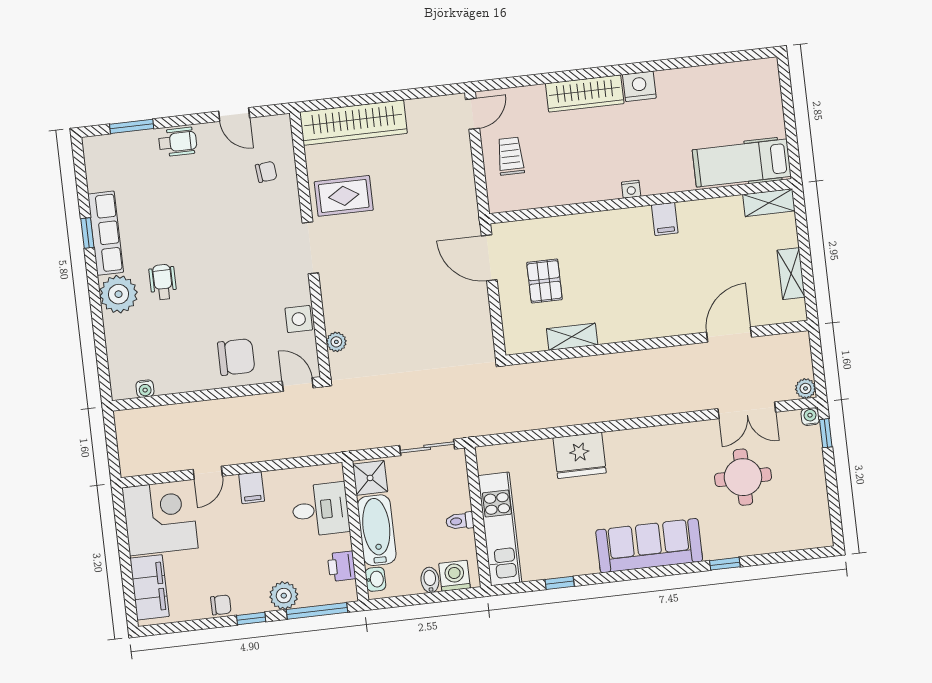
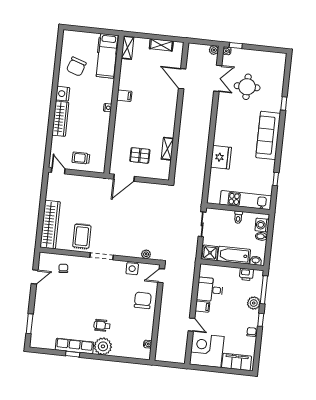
chair: (704, 102) -> (76, 67), added
wheelchair: (178, 142) -> (41, 305), removed
desk: (320, 509) -> (210, 290), moved, turned -90

